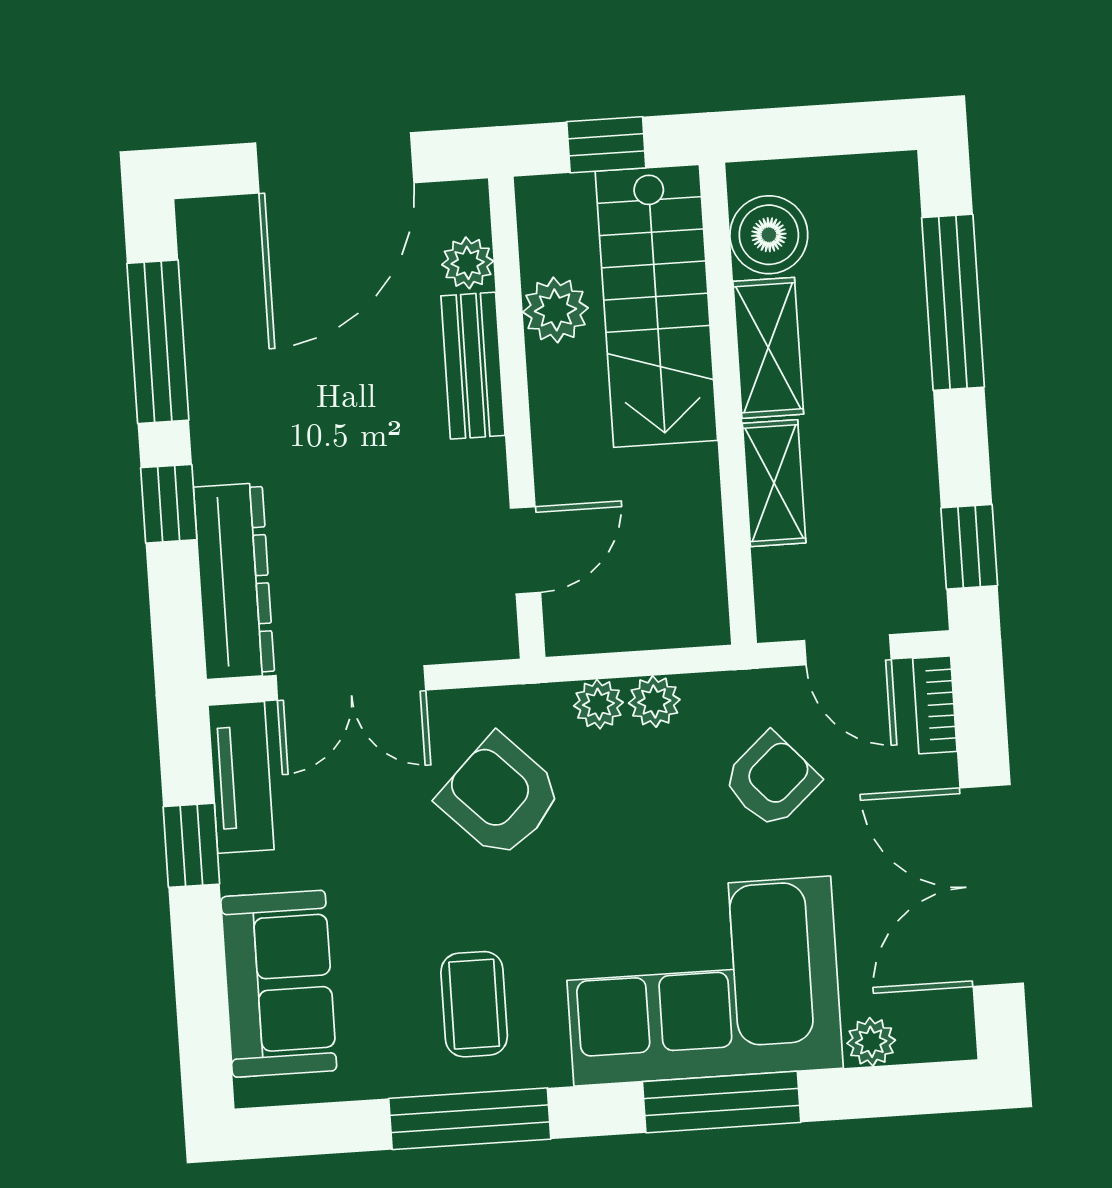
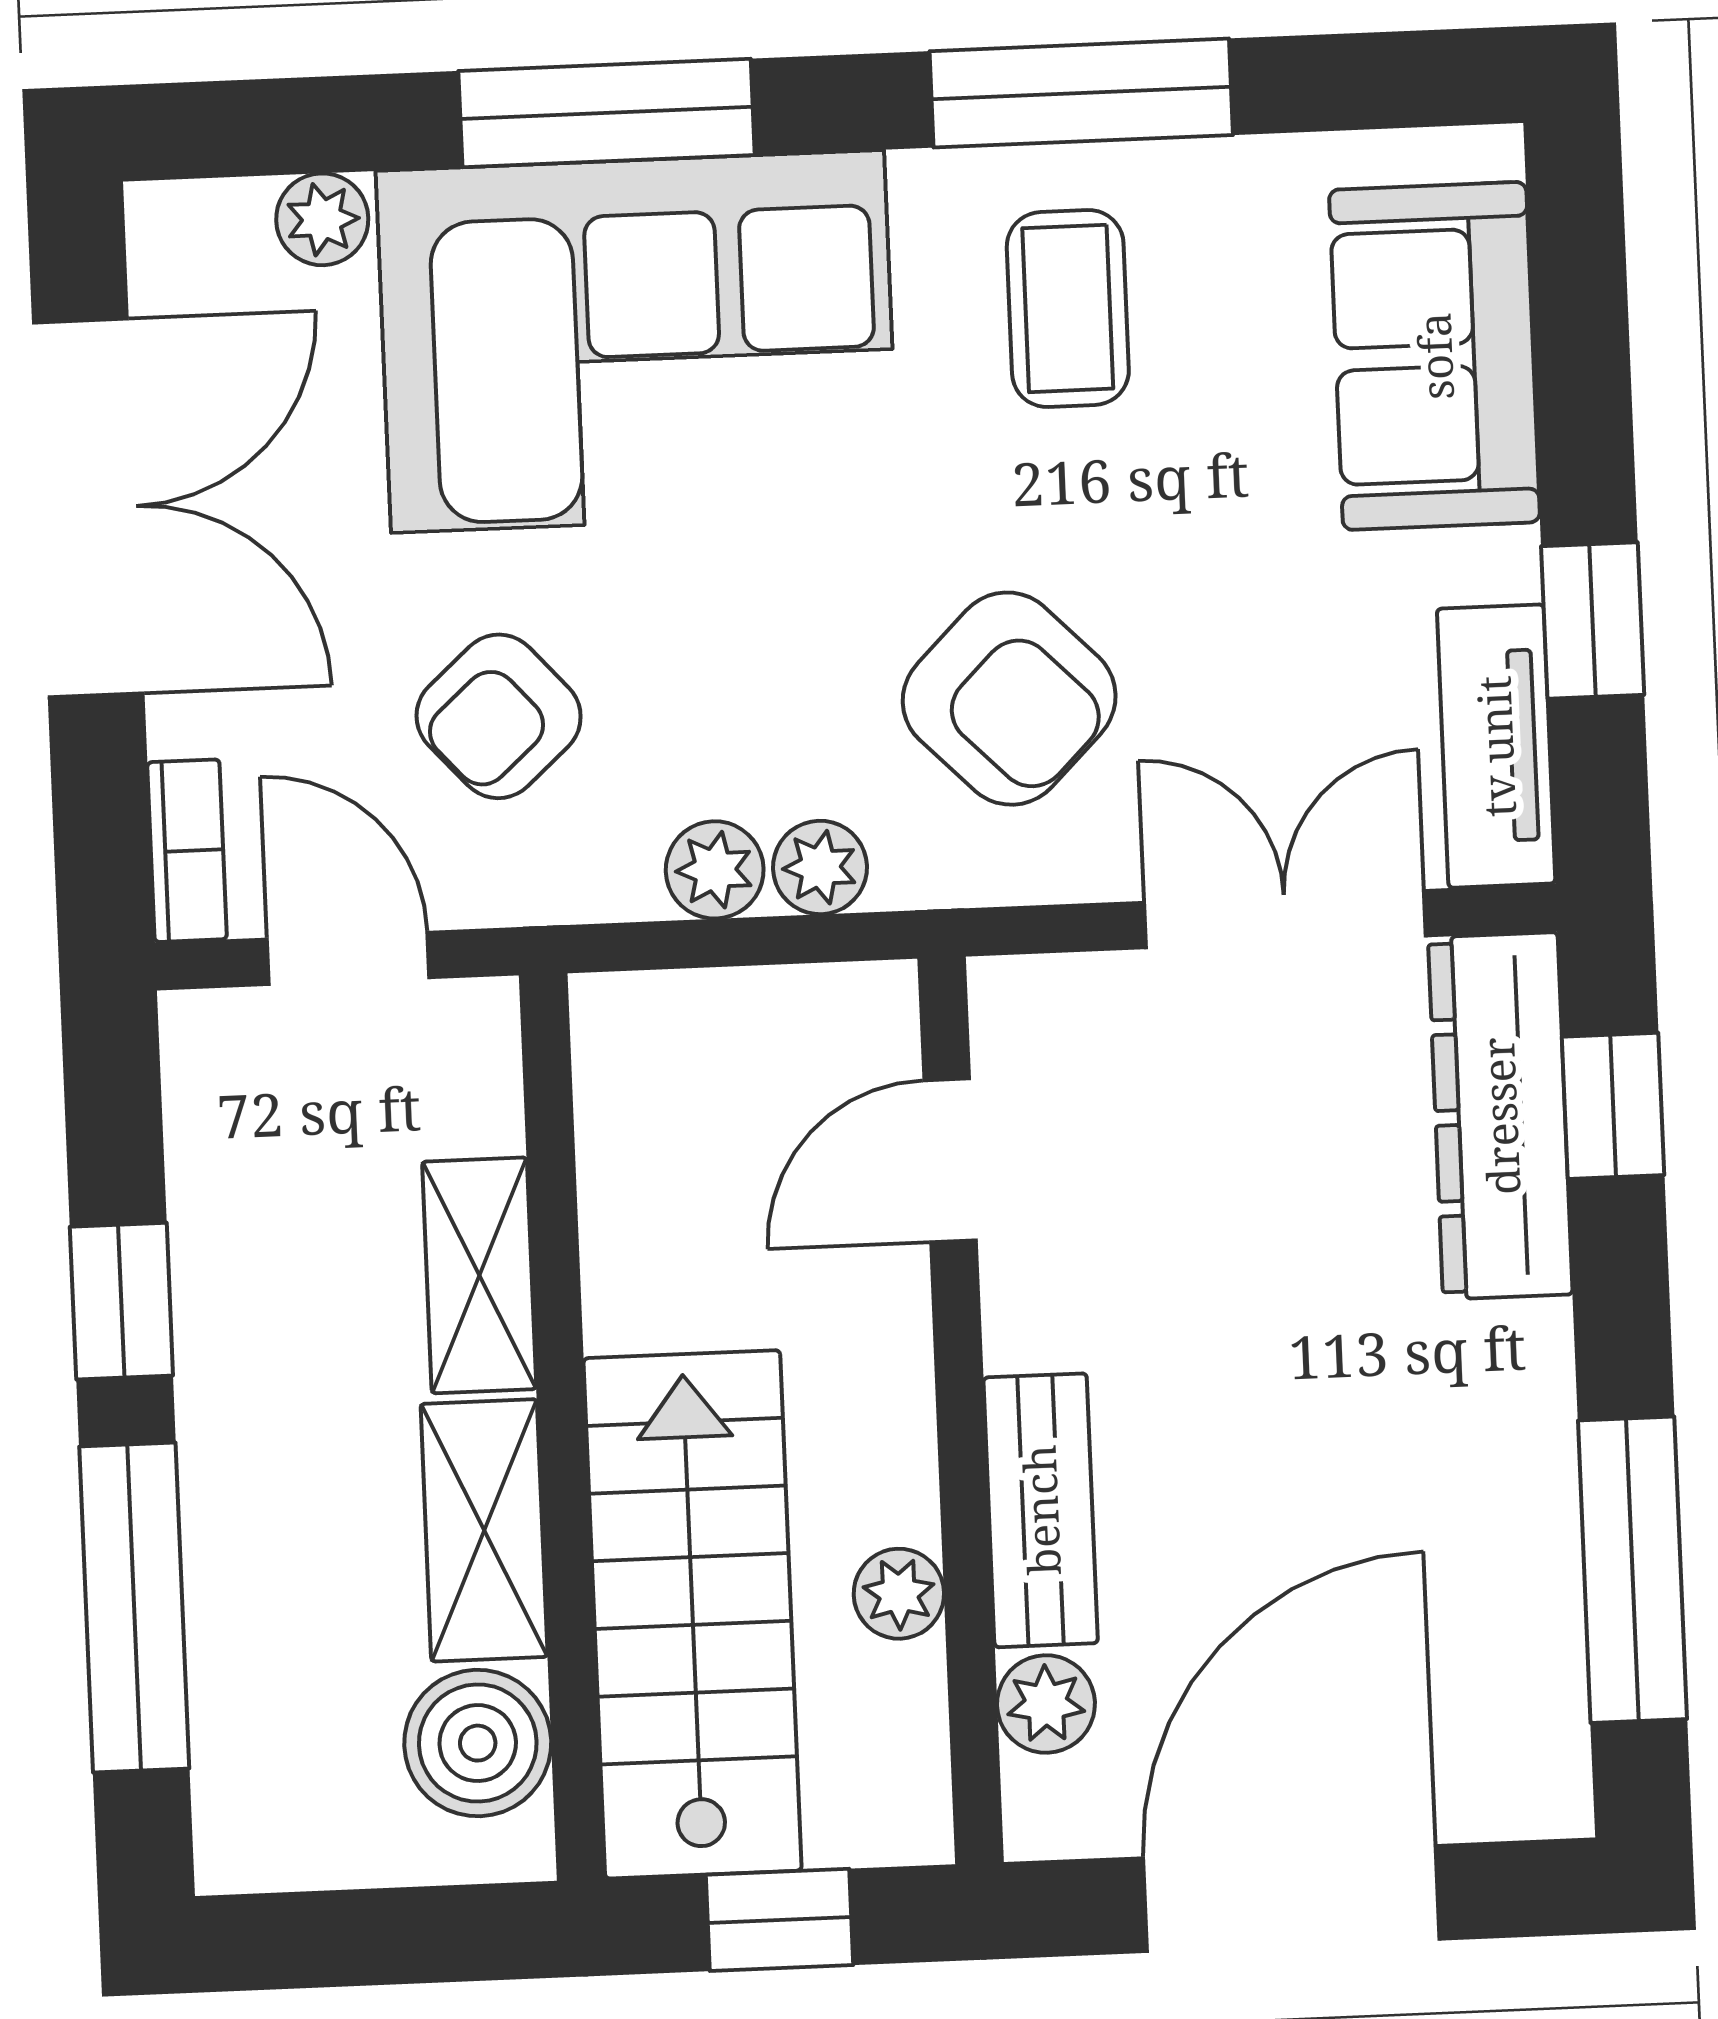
plant: (555, 310) -> (899, 1594), width x0.73, depth x0.73
window: (169, 504) -> (1613, 1106), moved
window: (969, 547) -> (121, 1301), moved

